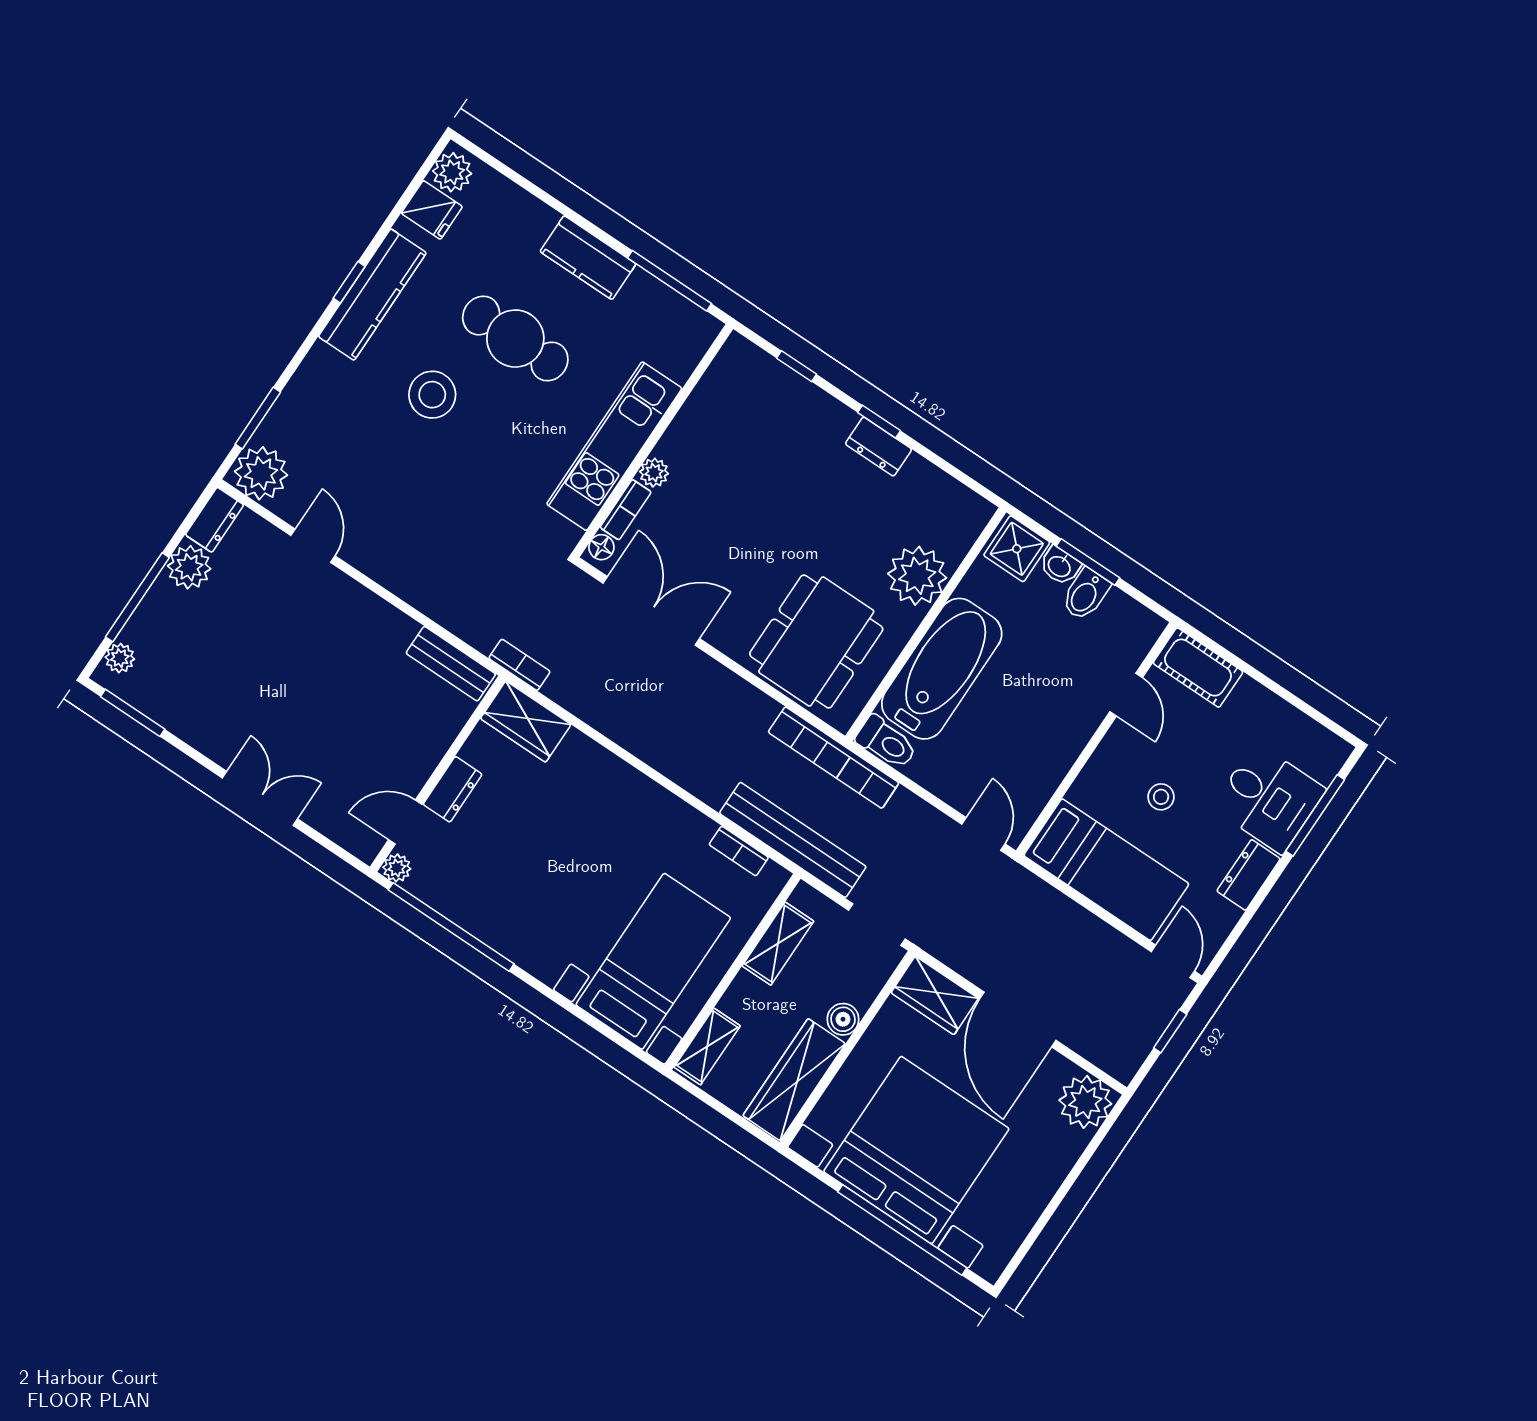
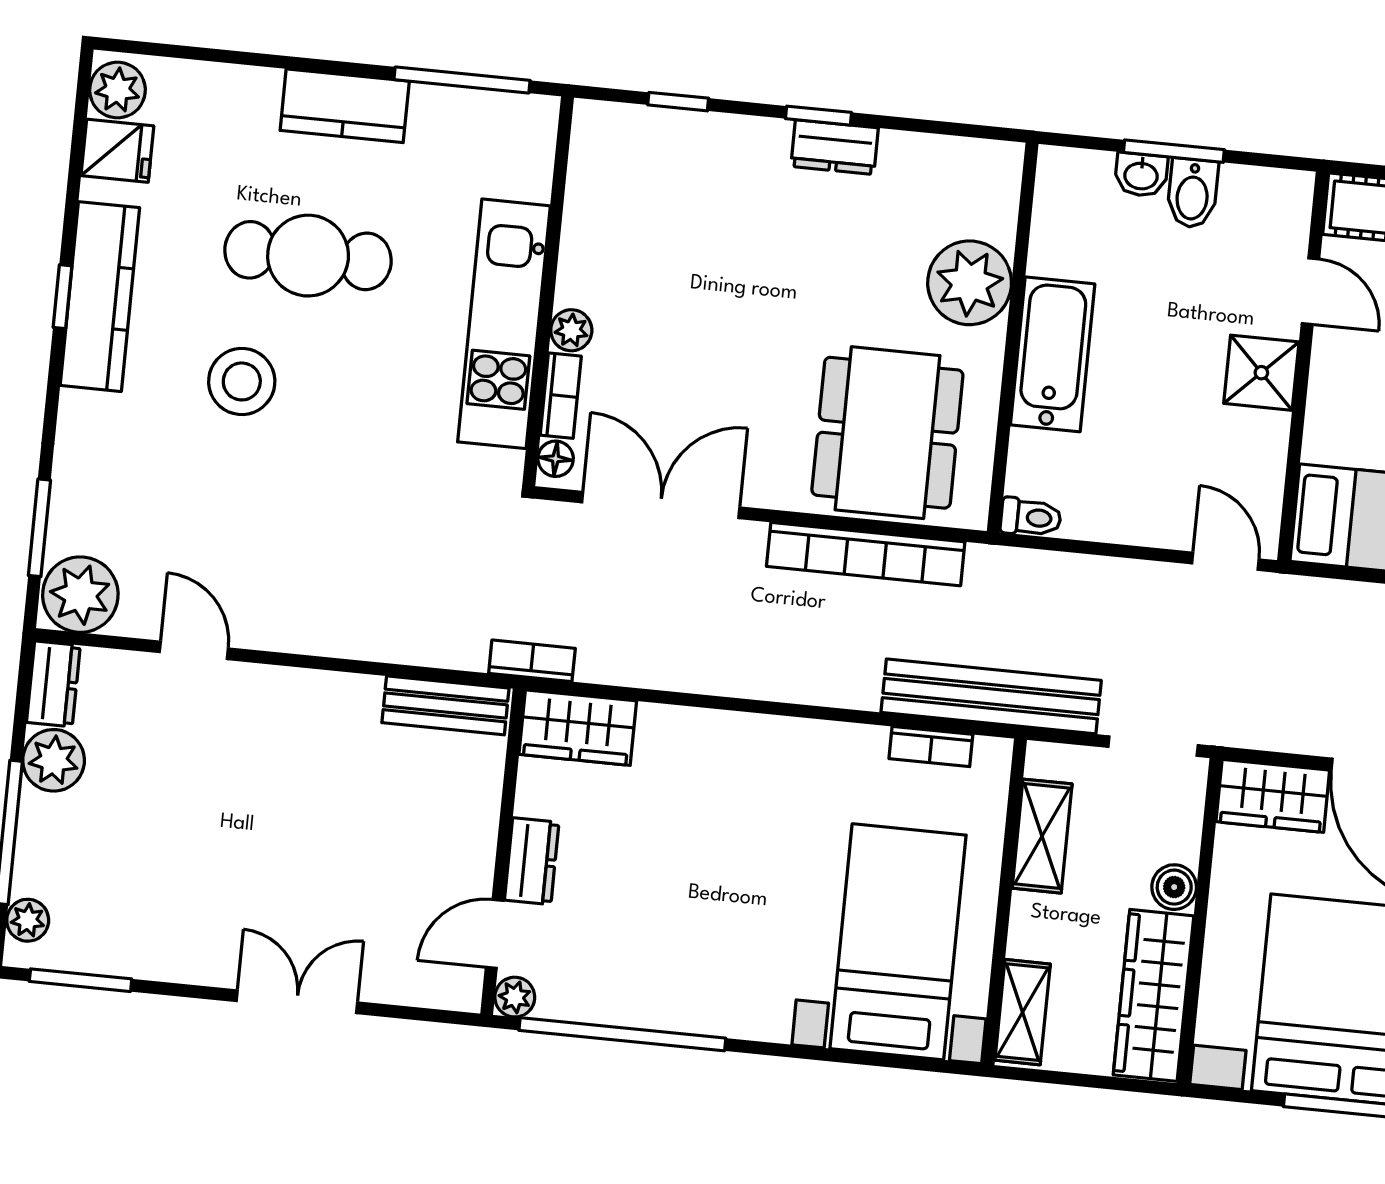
shower: (1017, 549) -> (1261, 373), moved
bathtub: (942, 669) -> (1053, 354), width x0.73, depth x0.73
toilet: (886, 742) -> (1031, 517), width x0.73, depth x0.72
bookcase: (834, 758) -> (866, 554), moved

